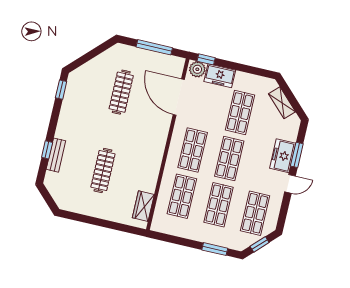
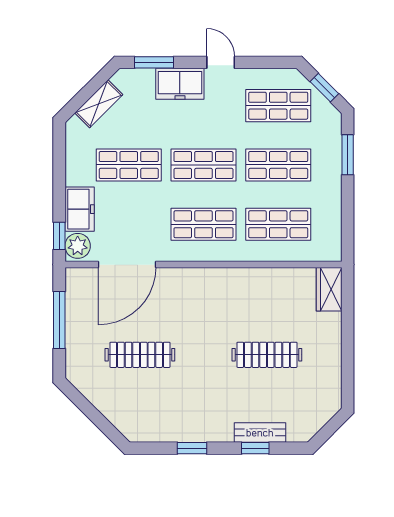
window: (61, 90) -> (192, 448), moved
window: (297, 155) -> (154, 62), moved
wardrobe: (143, 206) -> (329, 289), moved, turned 90

